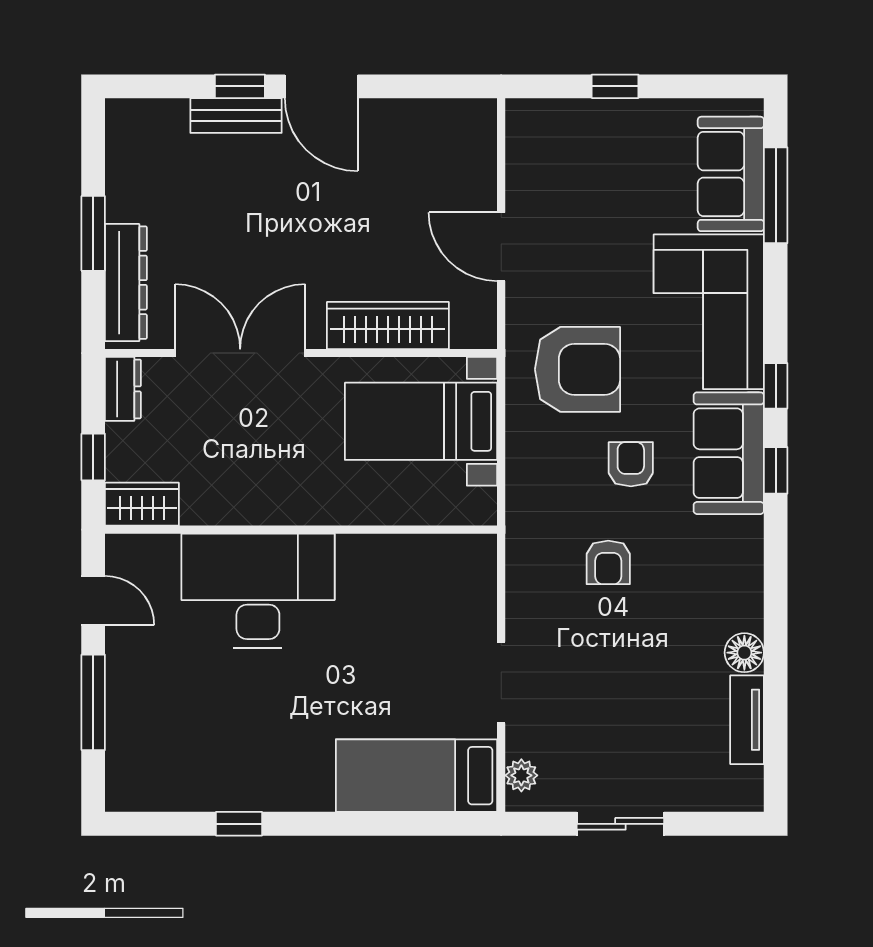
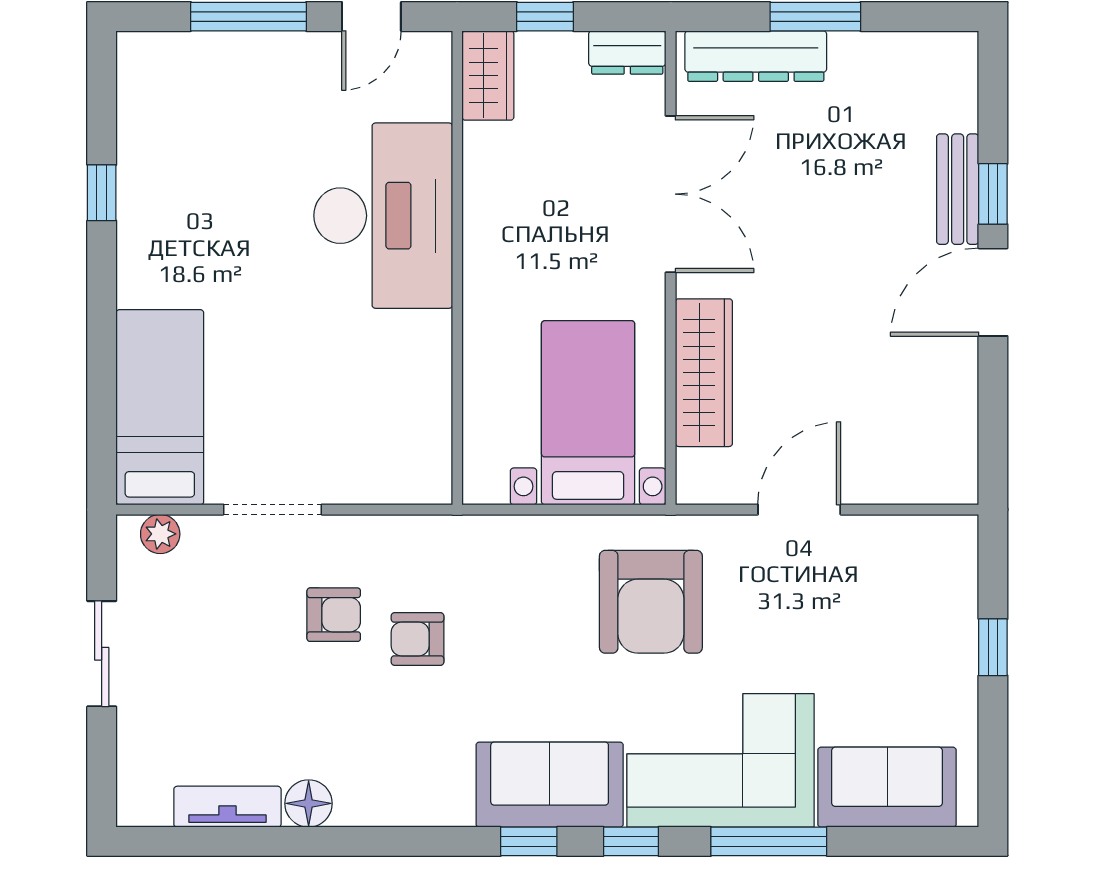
window: (776, 195) -> (769, 841), moved
armchair: (631, 464) -> (334, 615), moved

